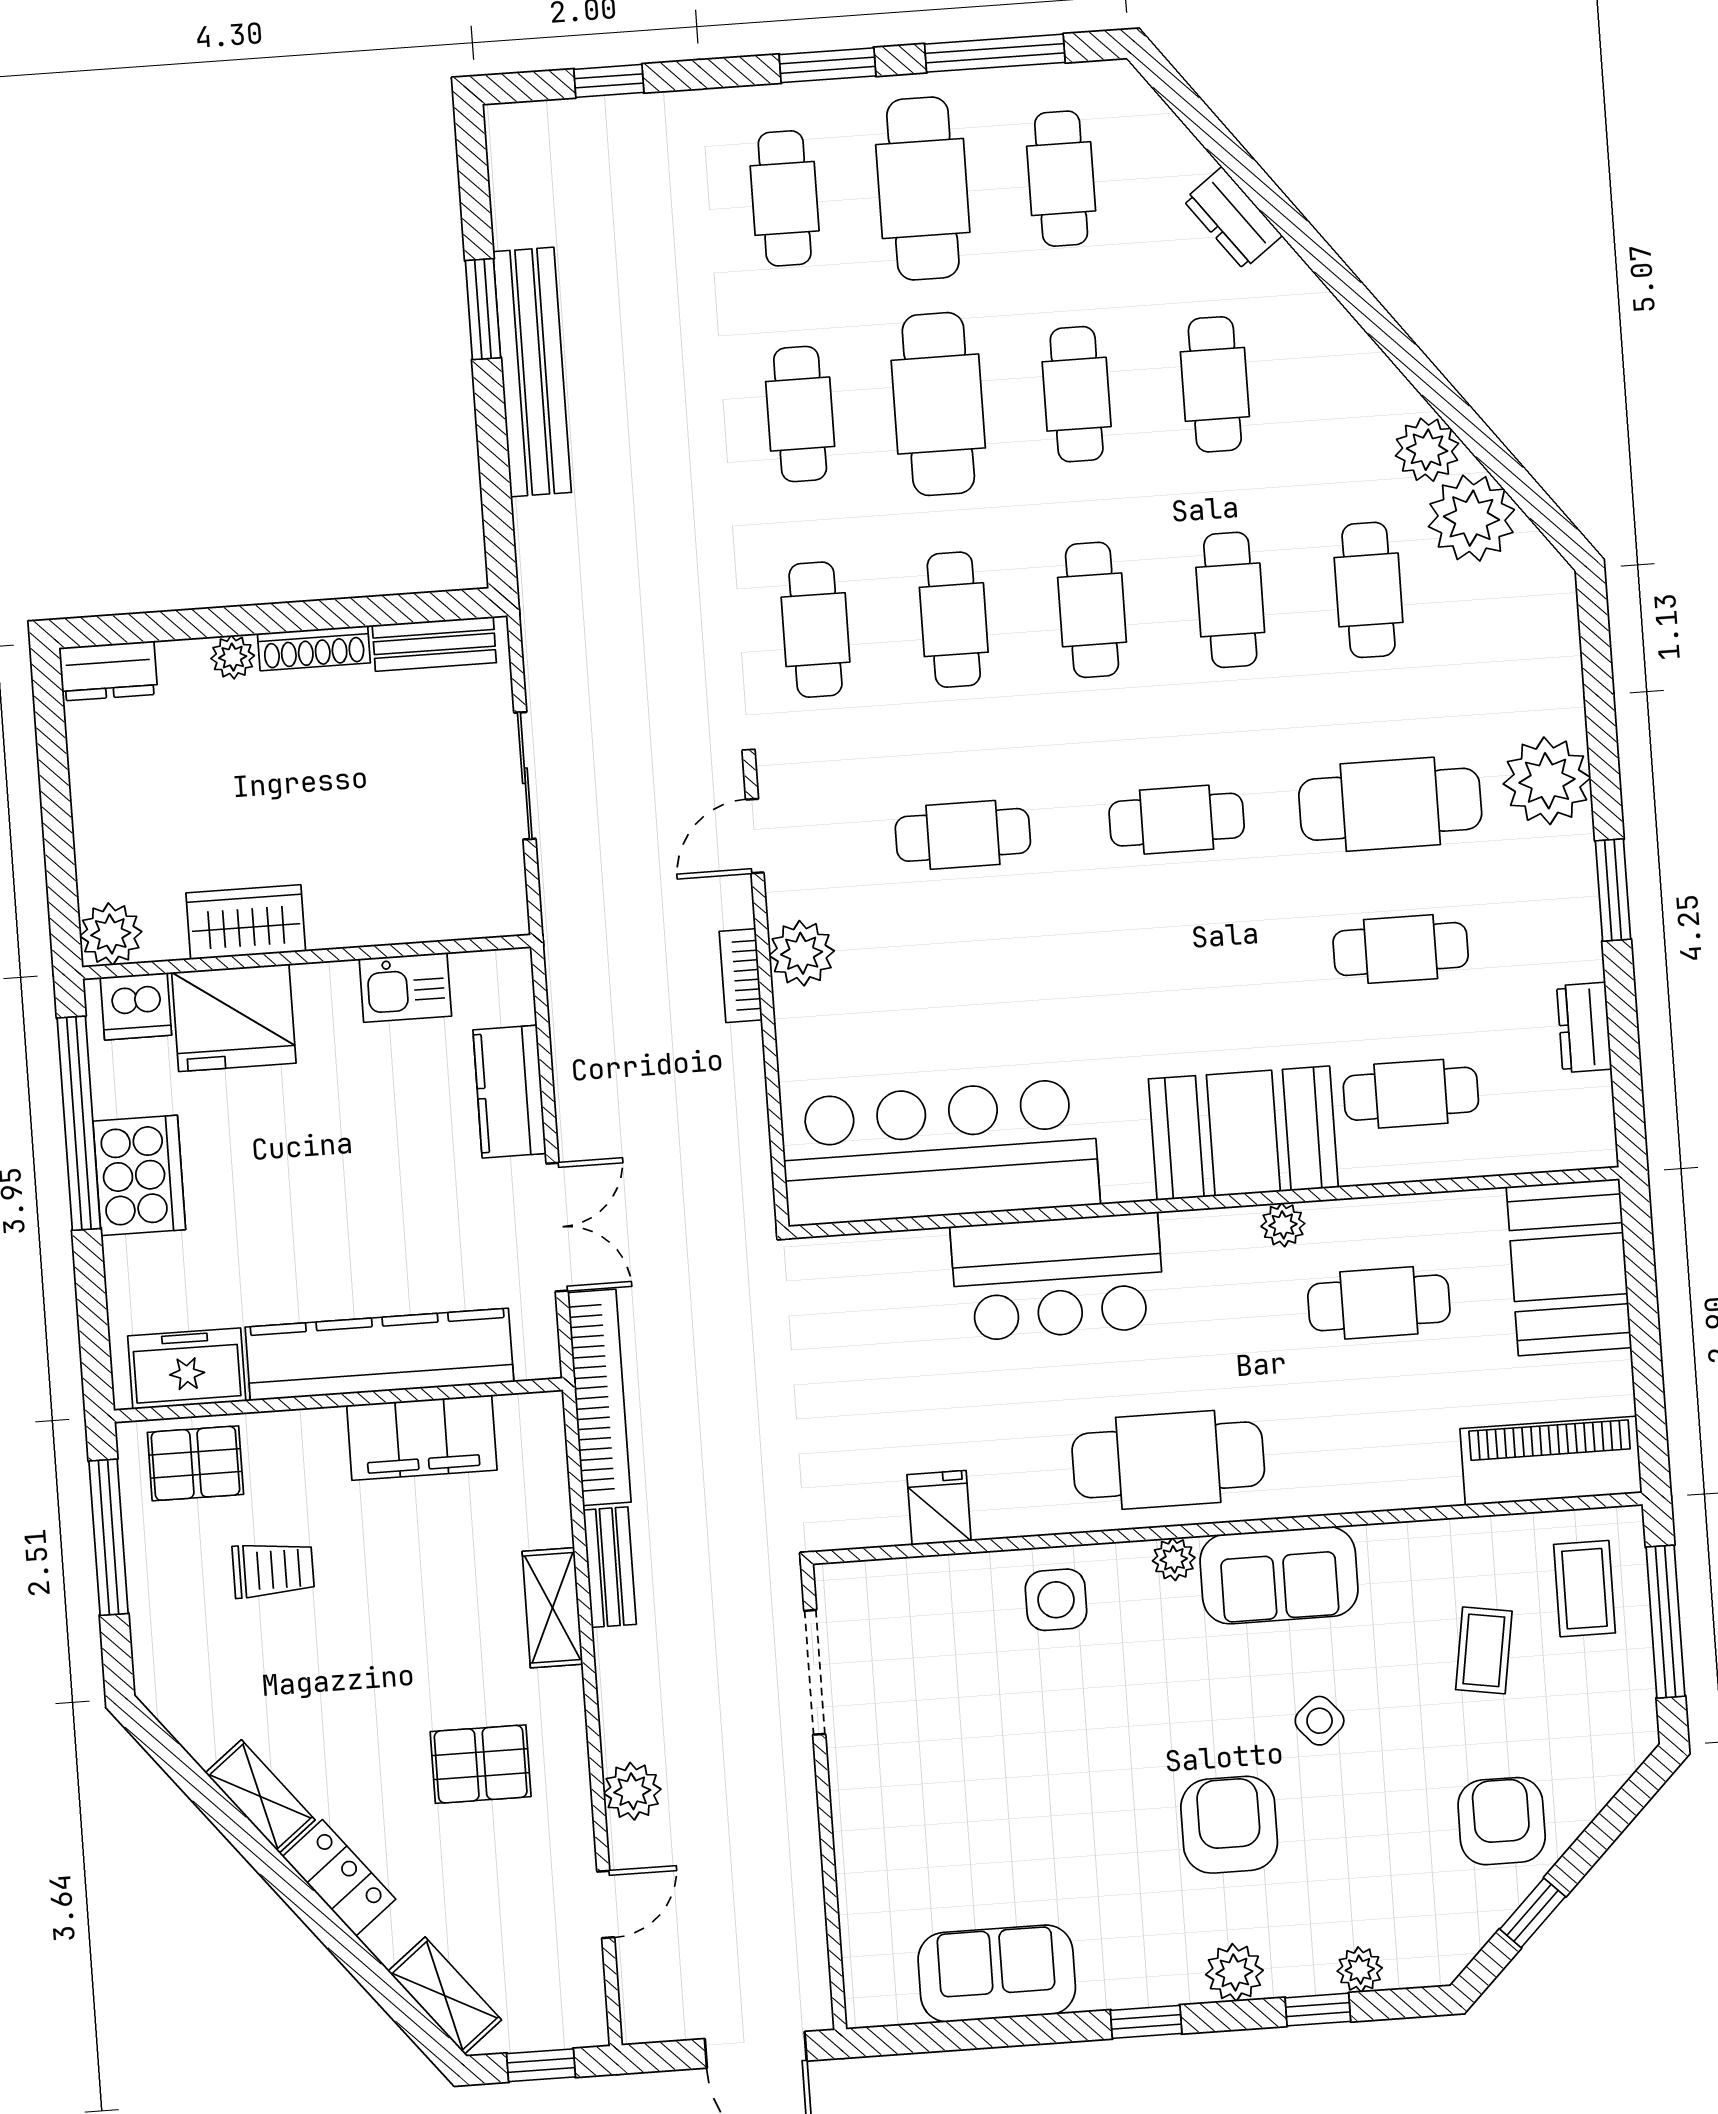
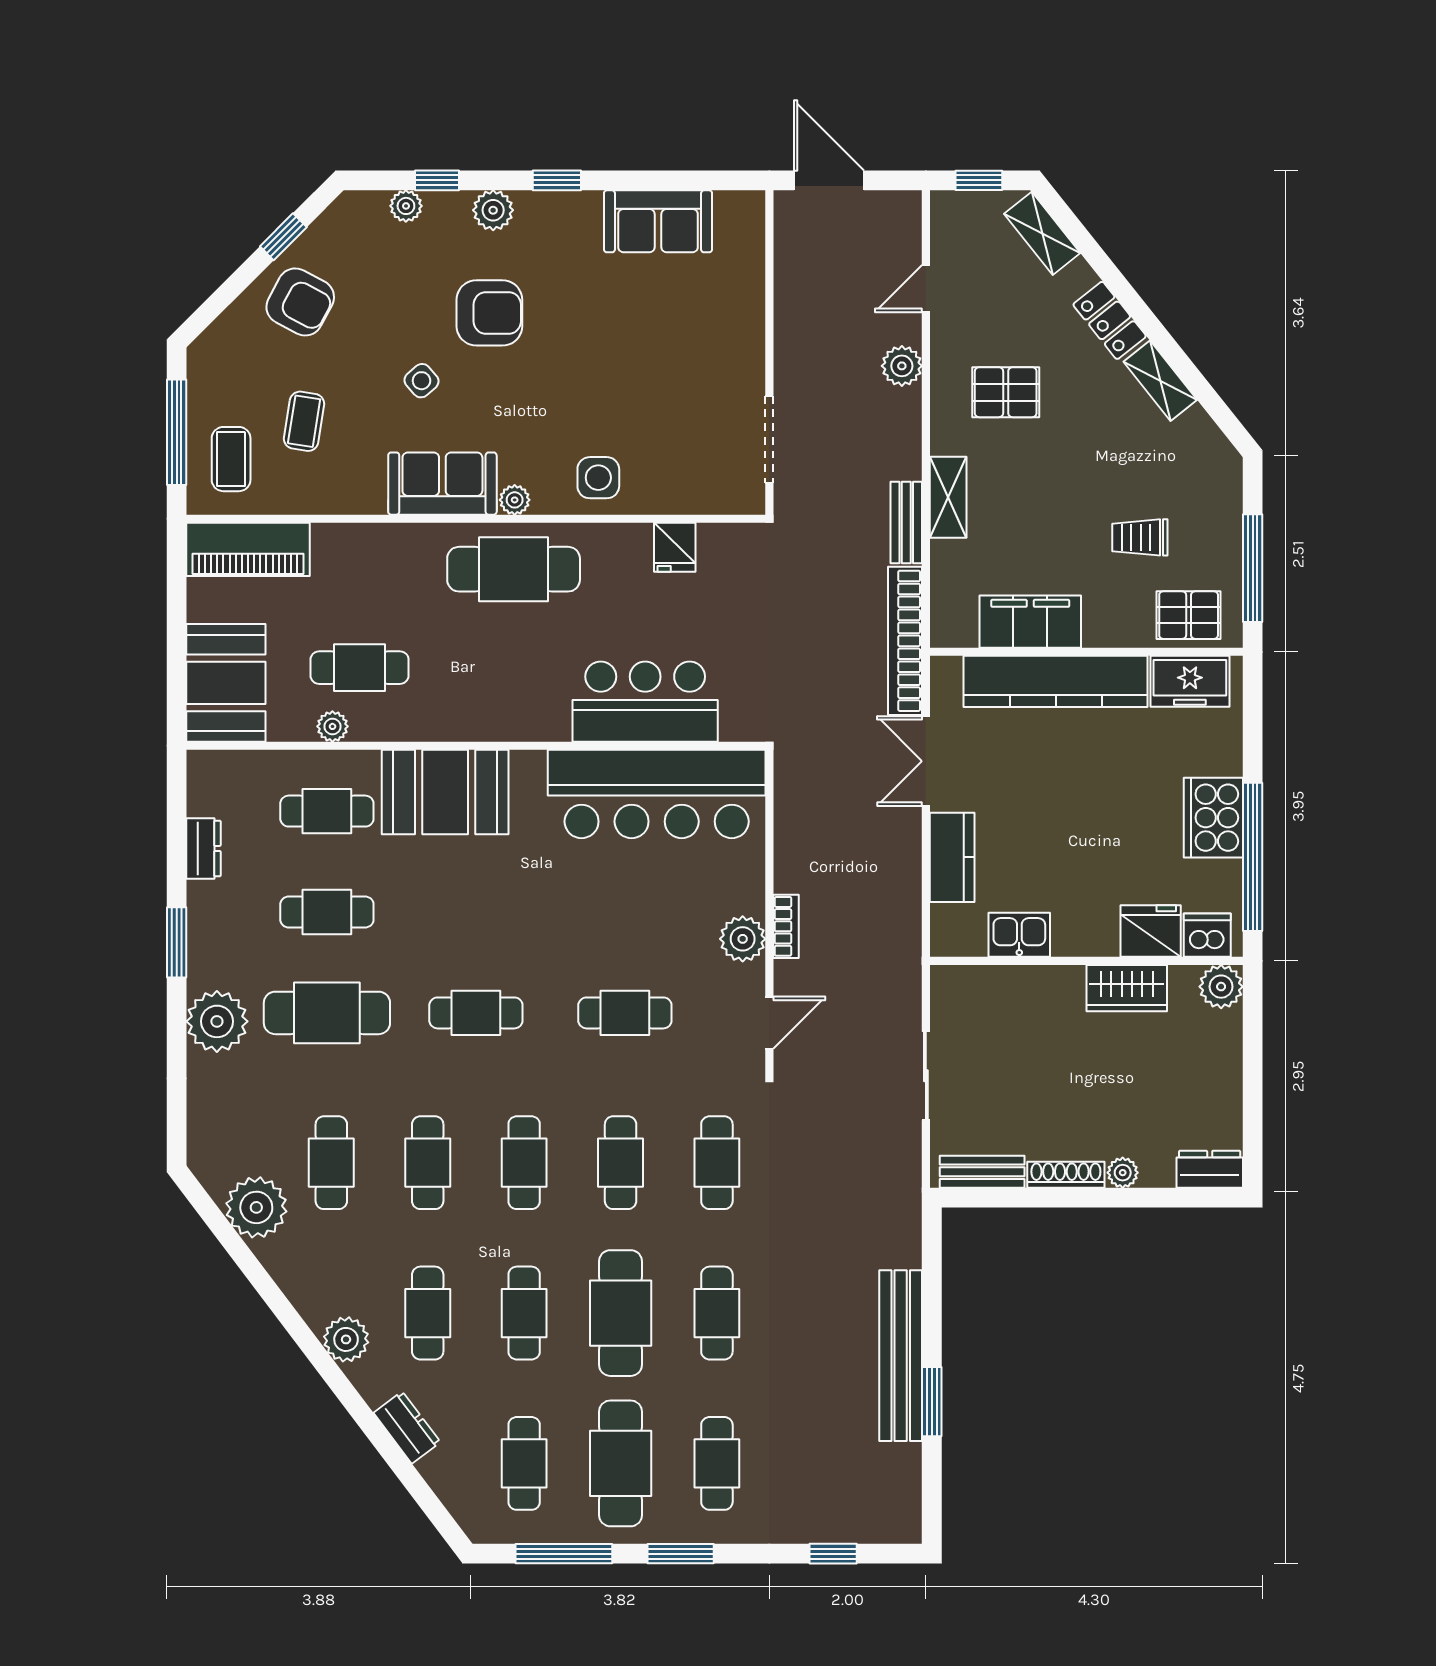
plant: (1427, 450) -> (346, 1339), moved
fridge: (234, 1018) -> (1151, 931), width x0.73, depth x0.75
plant: (1283, 1225) -> (332, 726), moved
bar counter: (1058, 1277) -> (645, 702), moved
armchair: (1502, 1821) -> (300, 302), turned -62
armchair: (1229, 1825) -> (489, 313), turned -90

